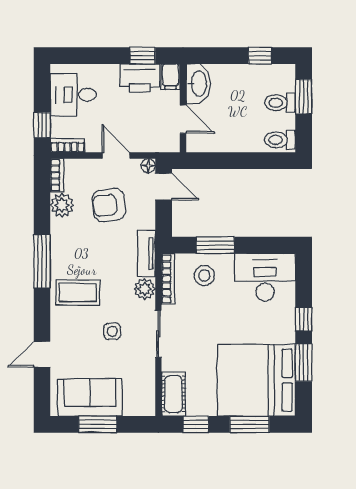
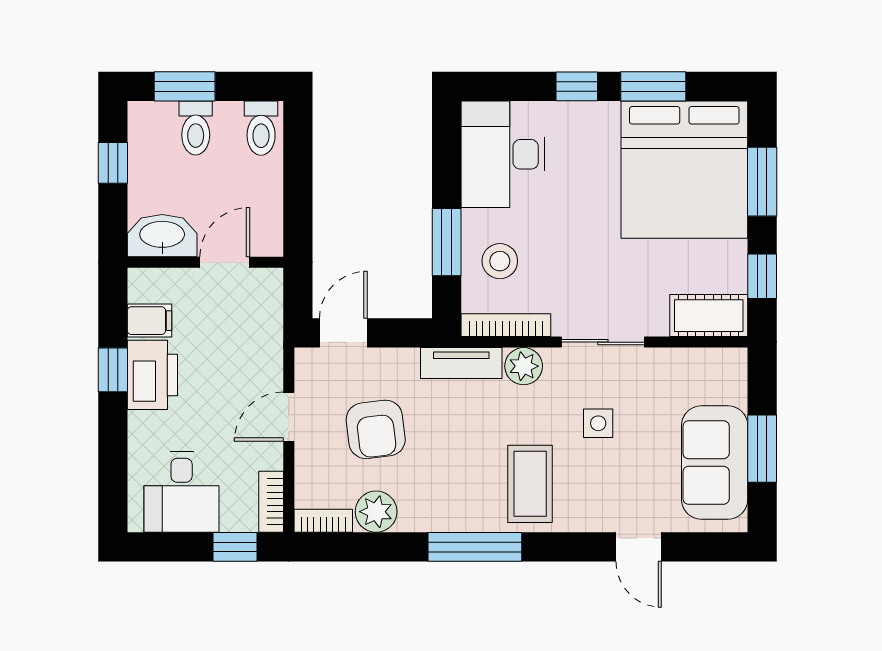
washbasin: (198, 84) -> (162, 236), moved
wall: (183, 108) -> (205, 262), moved
door: (183, 119) -> (225, 262), moved
floor lamp: (148, 166) -> (307, 360), removed

